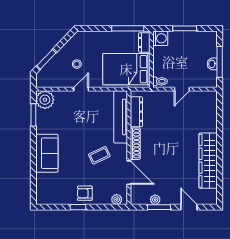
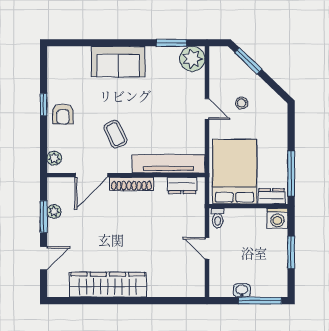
window: (220, 62) -> (260, 301), moved
dresser: (136, 112) -> (182, 185), width x0.70
armchair: (85, 193) -> (63, 114), turned 180

